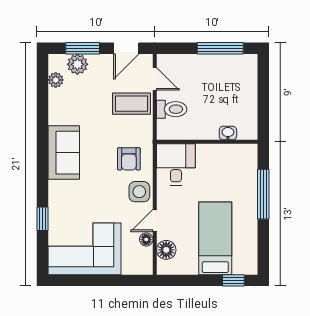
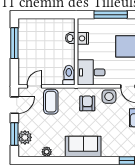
door: (126, 48) -> (14, 105), hinge flipped
plant: (56, 80) -> (47, 152), moved
toilet: (172, 109) -> (69, 75), moved
nightstand: (227, 152) -> (83, 38), added
armchair: (129, 159) -> (87, 103), turned -90

